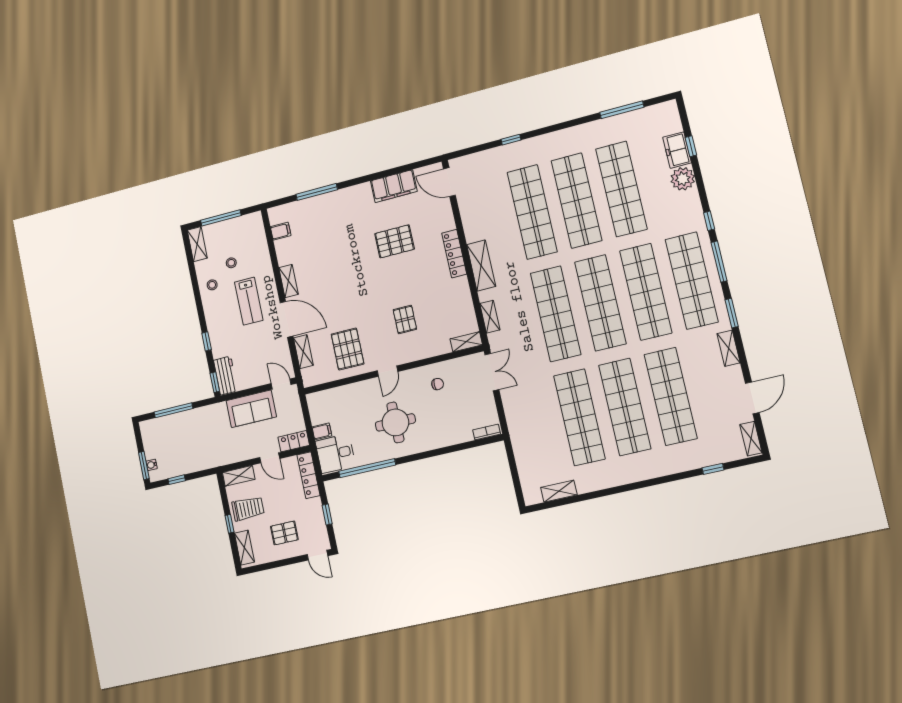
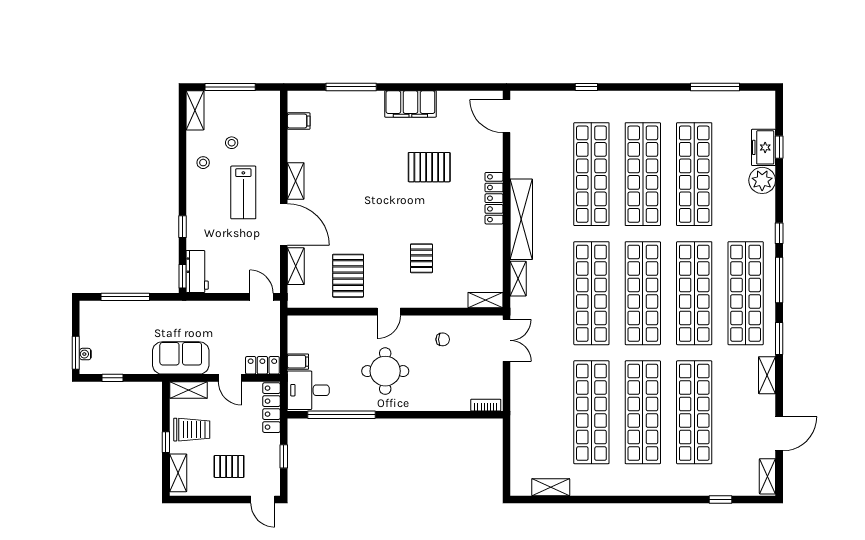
filing cabinet: (394, 186) -> (410, 104), moved
shelving: (481, 265) -> (521, 219), width x1.47
sofa: (251, 409) -> (181, 358), moved, turned 180

